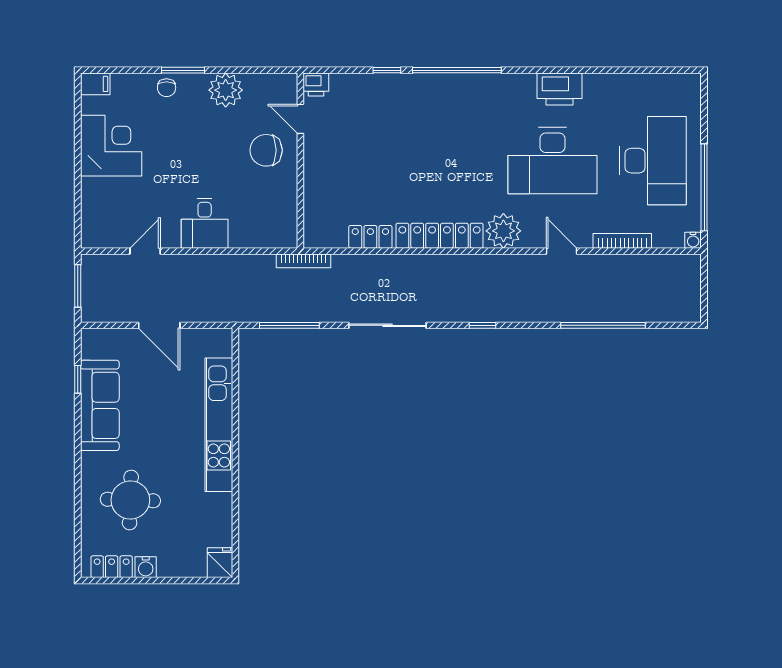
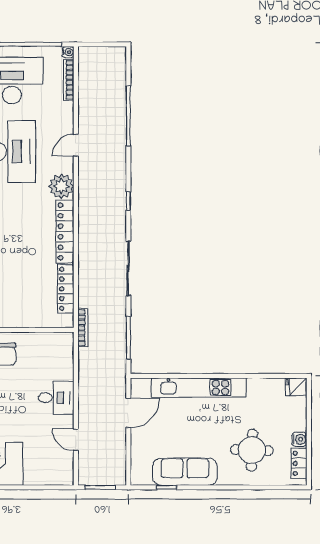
locker: (370, 237) -> (66, 289), width x1.53
bookcase: (622, 241) -> (69, 80), moved
door: (159, 325) -> (128, 413), moved

